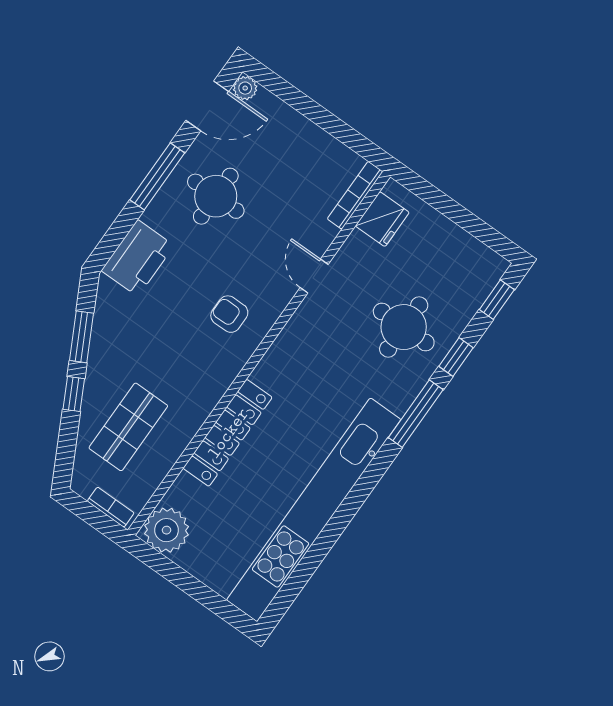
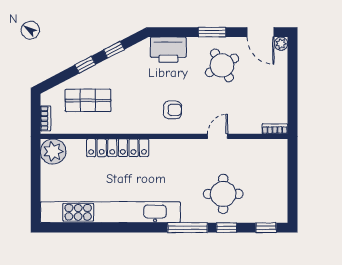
window: (157, 176) -> (212, 32), width x0.69
bookcase: (355, 195) -> (275, 129), width x0.64
round table: (216, 196) -> (222, 65), turned -30
fridge: (382, 219) -> (266, 149), removed
armchair: (229, 314) -> (172, 110), turned 90
window: (82, 337) -> (114, 50), width x0.67

